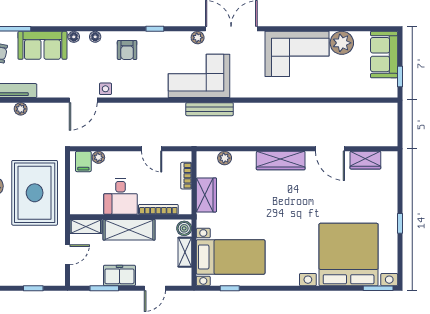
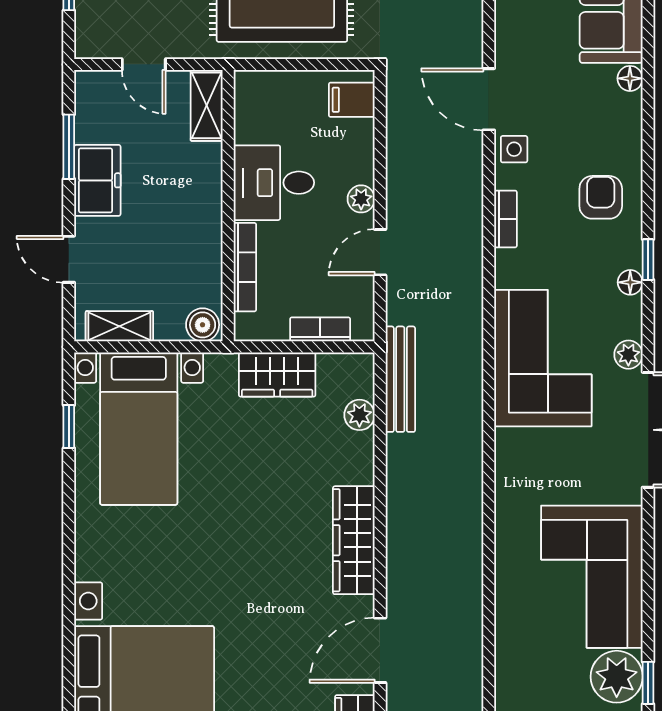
window: (345, 29) -> (648, 683), added
floor lamp: (95, 37) -> (630, 282), moved
armchair: (127, 50) -> (601, 197), turned 90
bookcase: (137, 93) -> (506, 219), added
bench: (210, 109) -> (400, 379), moved
plant: (98, 157) -> (361, 199), moved
shelving: (129, 230) -> (199, 202), removed
shelving: (185, 252) -> (119, 326), moved

